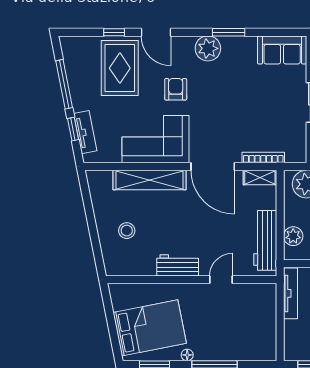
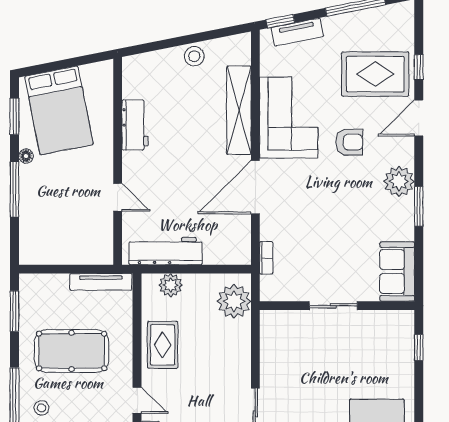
window: (73, 129) -> (280, 21), moved
bookcase: (263, 158) -> (266, 258), width x0.64
shelving: (260, 178) -> (242, 245), removed
stool: (127, 231) -> (194, 56), moved
workbench: (178, 265) -> (135, 125), moved

